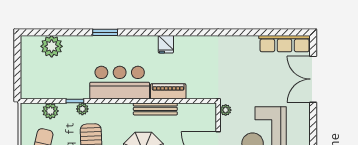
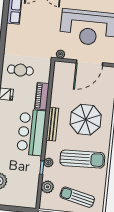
cafe table: (199, 60) -> (20, 70), added
bench: (155, 109) -> (52, 124), moved

